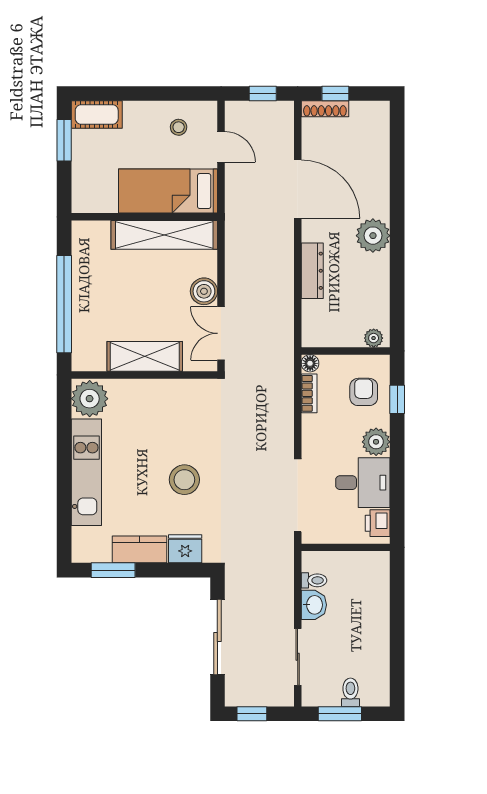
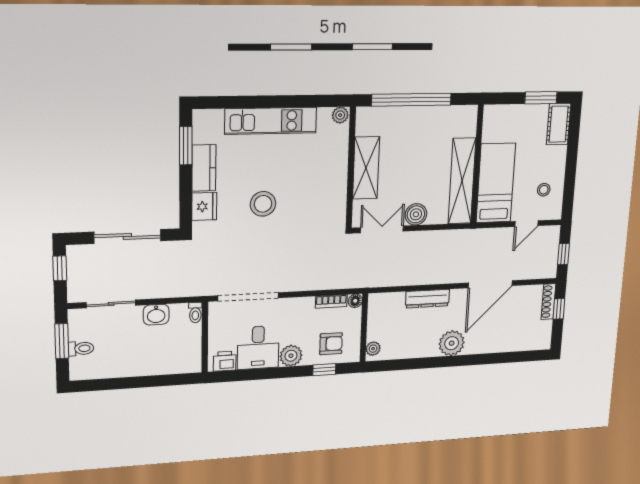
plant: (90, 399) -> (340, 115), width x0.53, depth x0.53
toilet: (314, 580) -> (195, 313), moved

